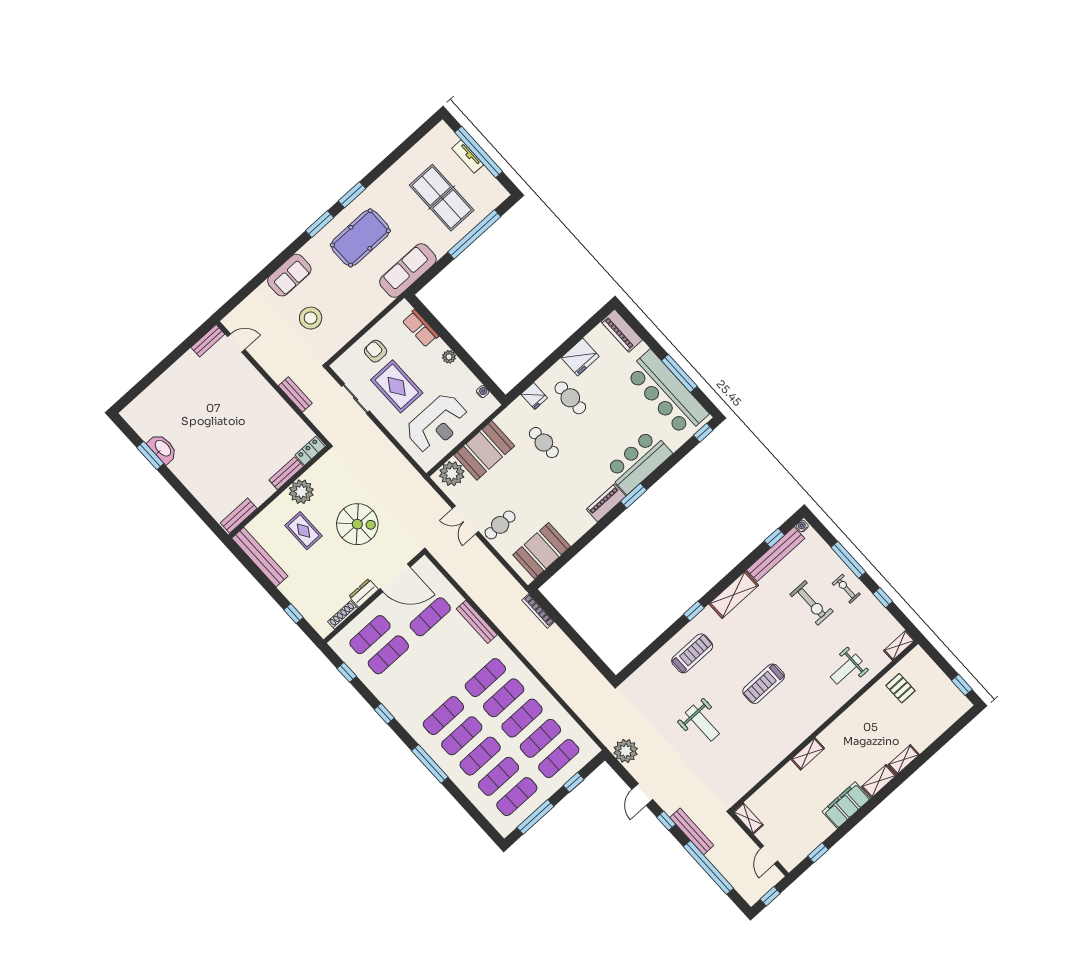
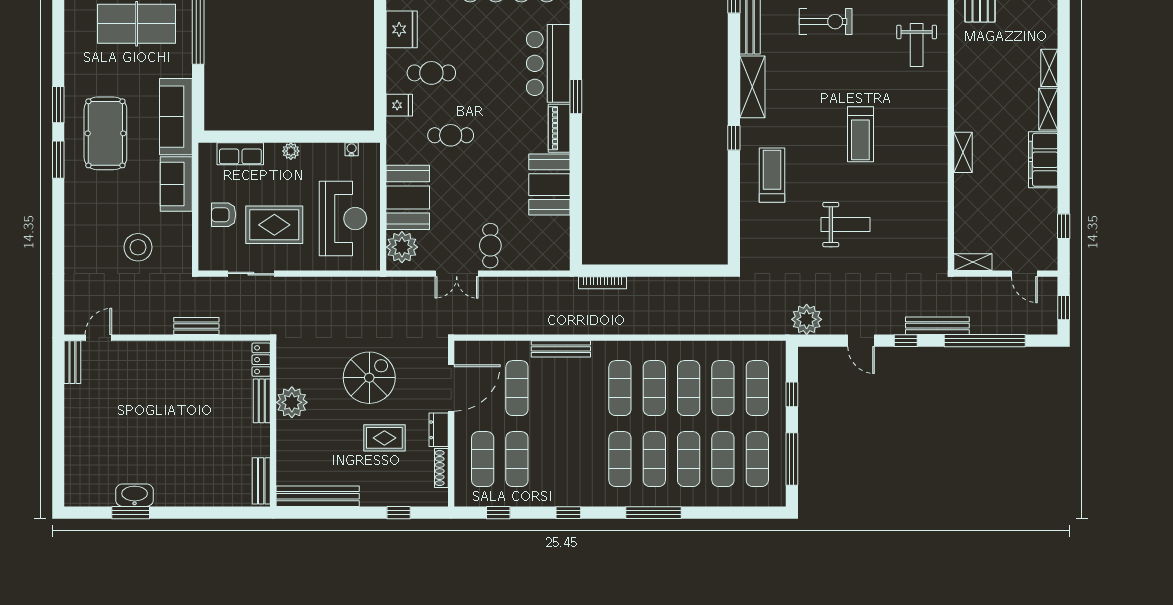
sofa: (289, 275) -> (176, 184), moved, turned 180
rug: (304, 531) -> (384, 438), moved
booth: (542, 551) -> (549, 185), moved

